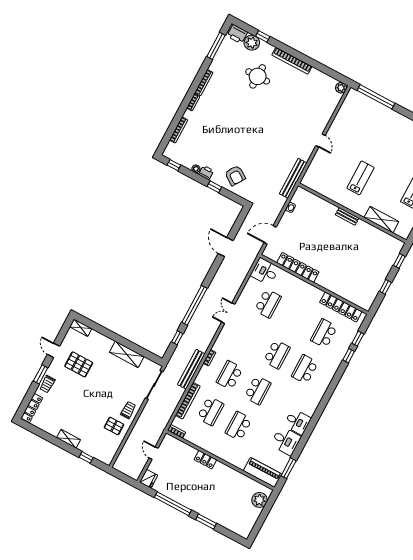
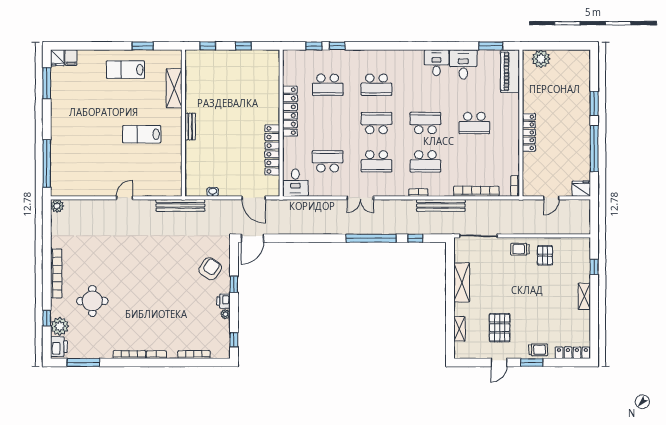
door: (226, 247) -> (252, 238), moved
locker: (341, 307) -> (290, 111), moved
shelving: (81, 328) -> (459, 329), moved
school desk: (210, 411) -> (377, 161), moved, turned 180
locker: (205, 460) -> (529, 132), width x1.53

